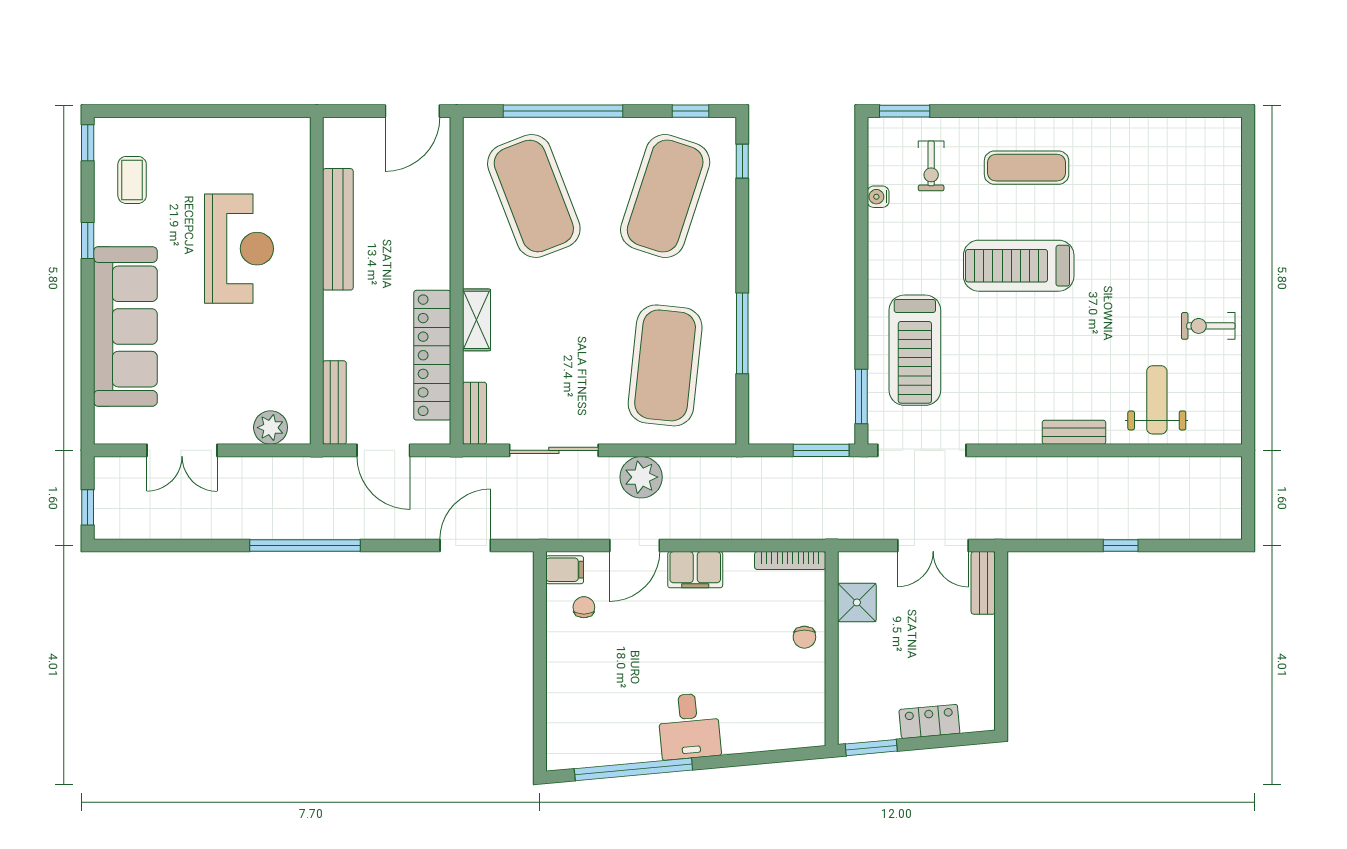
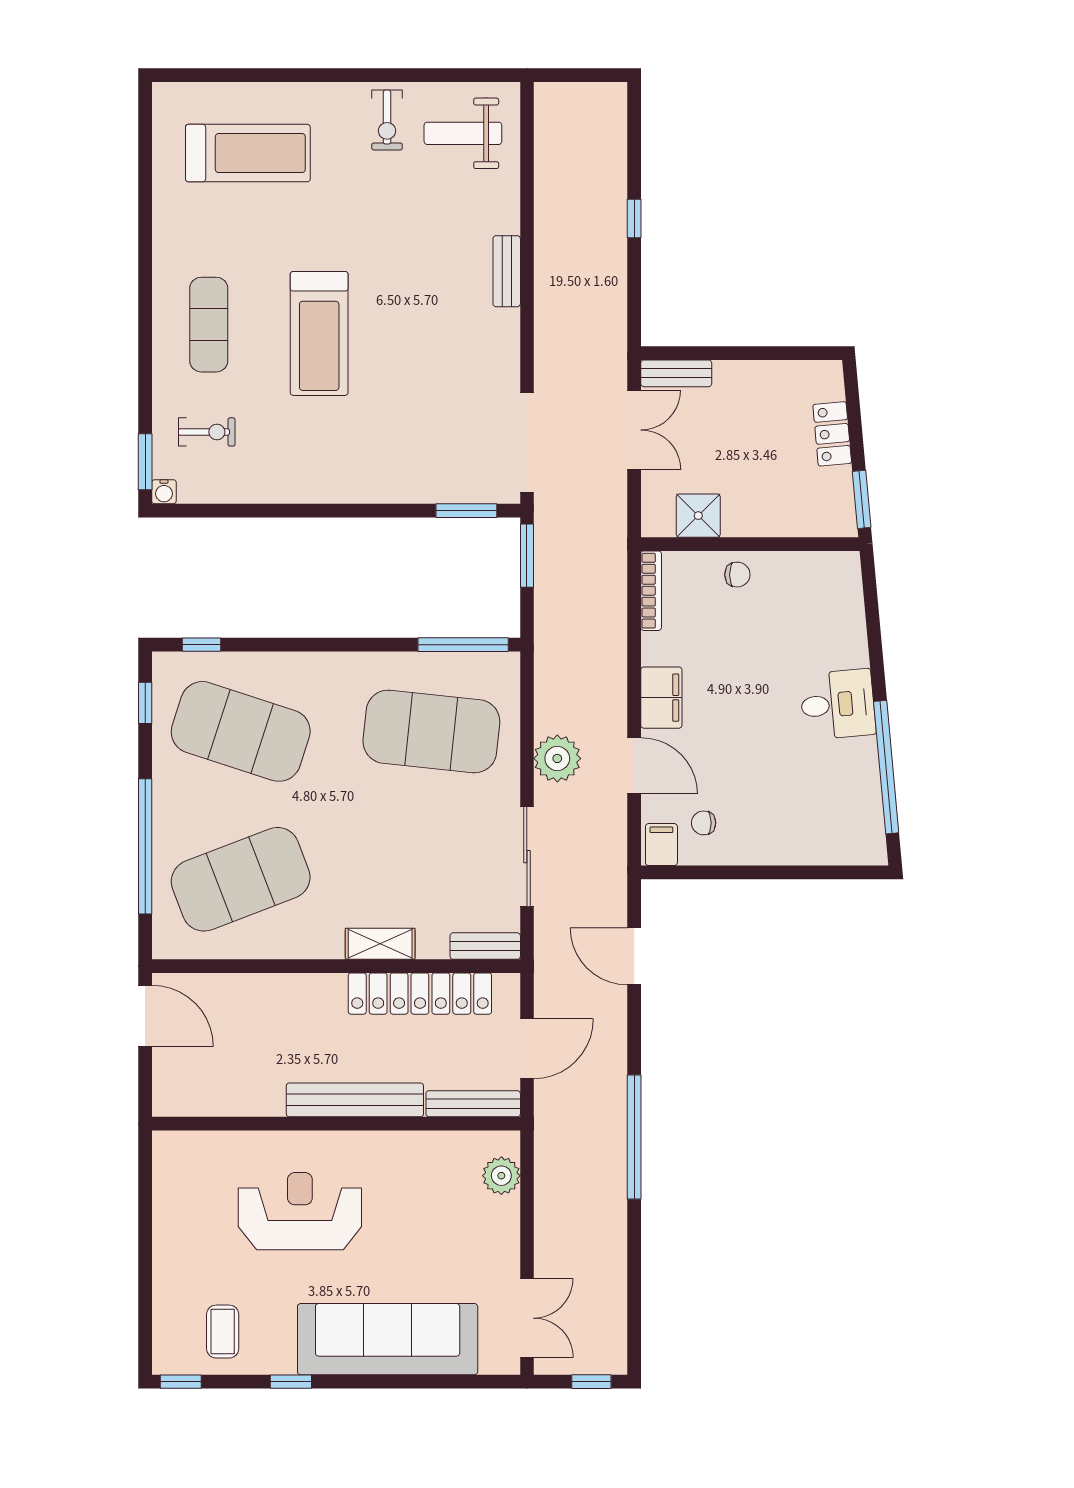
coffee table: (132, 180) -> (223, 1332), turned 90
water cooler: (878, 197) -> (164, 492), moved
bench: (338, 229) -> (355, 1100), moved
window: (742, 333) -> (463, 645), moved
treadmill: (915, 350) -> (248, 153), moved
weight bench: (1157, 400) -> (463, 133), moved
double door: (182, 450) -> (527, 1318), moved

